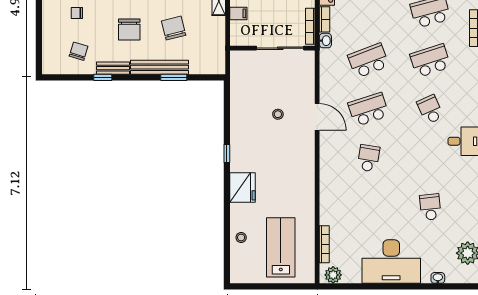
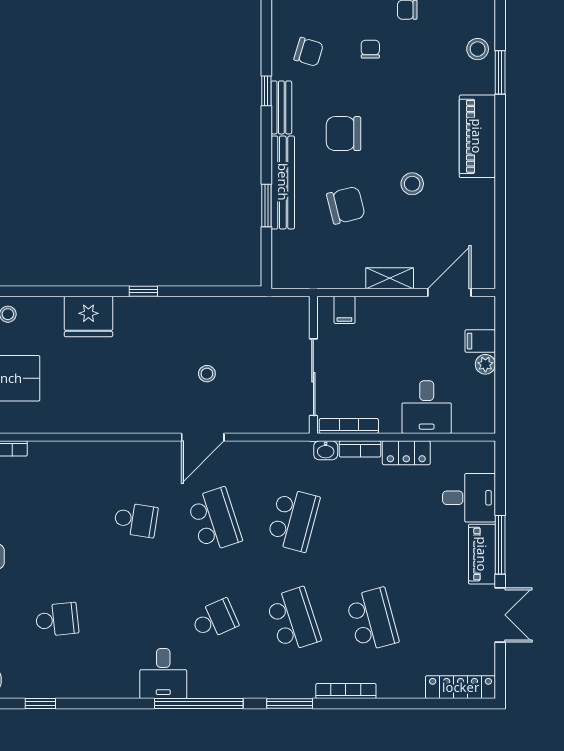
filing cabinet: (238, 13) -> (344, 310), moved
school desk: (368, 61) -> (293, 520), turned 36

